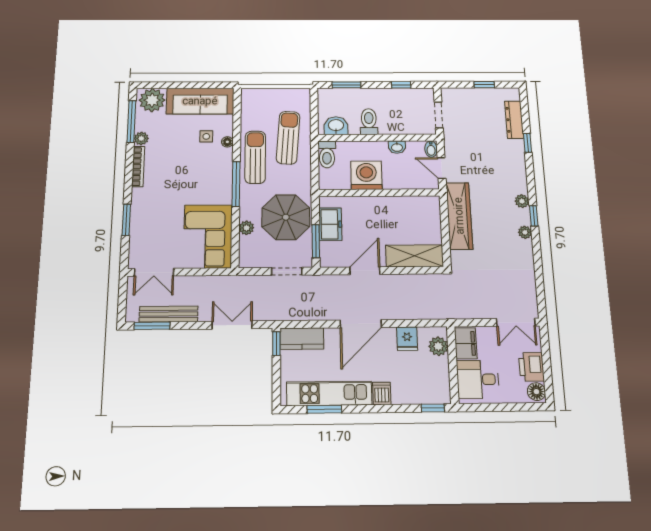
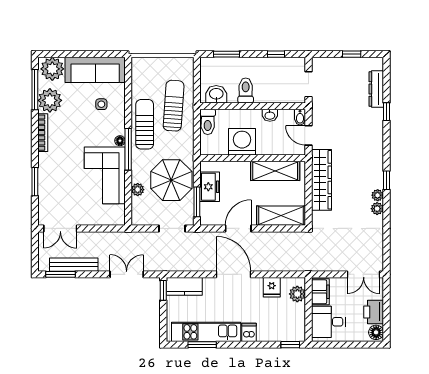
plant: (141, 138) -> (50, 100), width x1.88, depth x1.88
floor lamp: (227, 142) -> (120, 141), moved
plant: (522, 201) -> (377, 209), moved
shelving: (405, 206) -> (275, 171), added
corner sofa: (208, 236) -> (105, 175), moved
door: (361, 324) -> (234, 274), swing flipped

